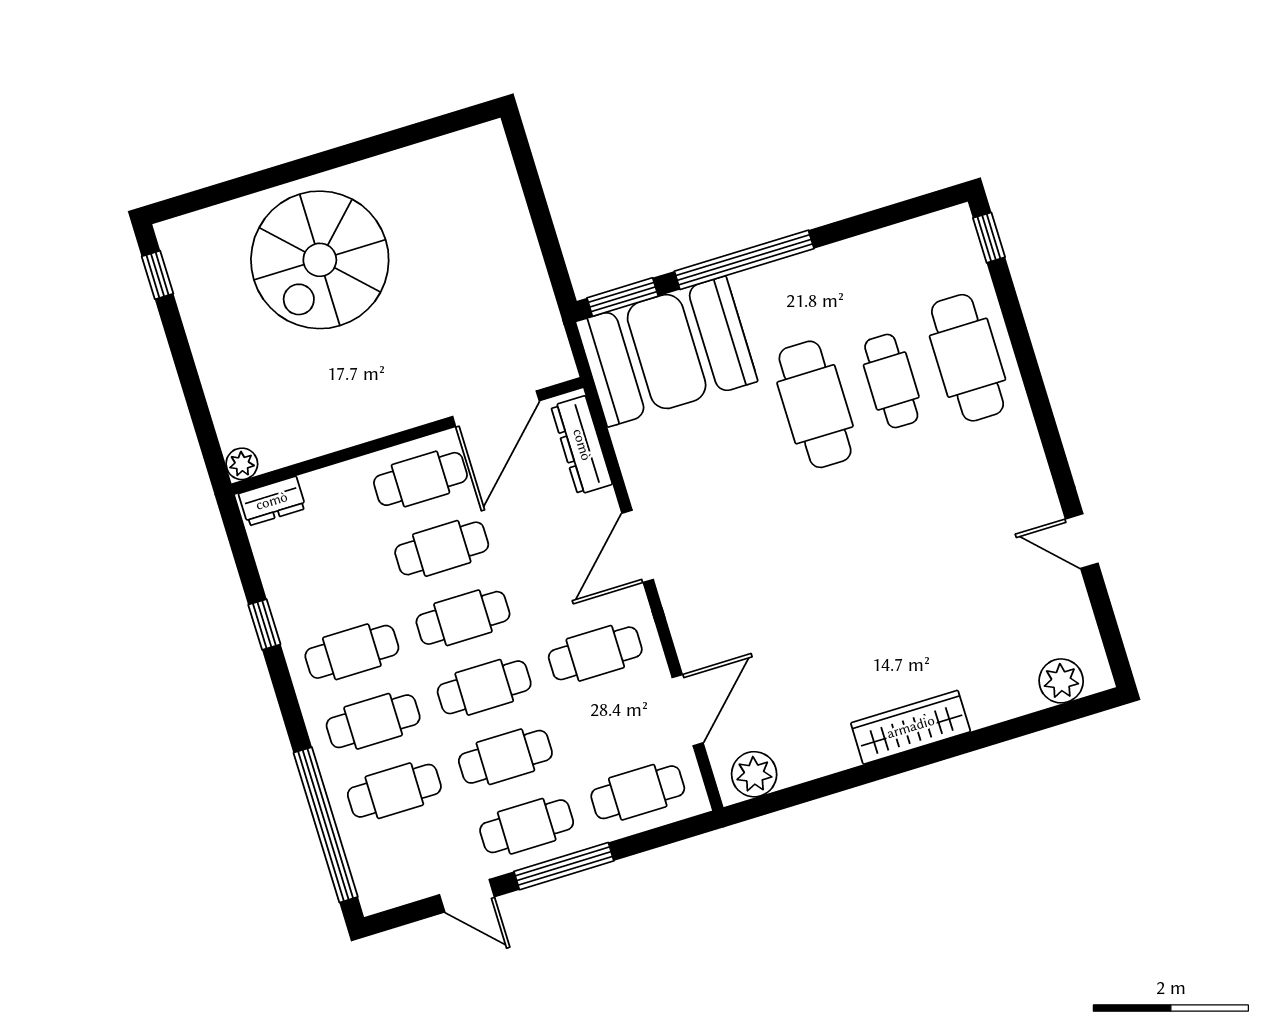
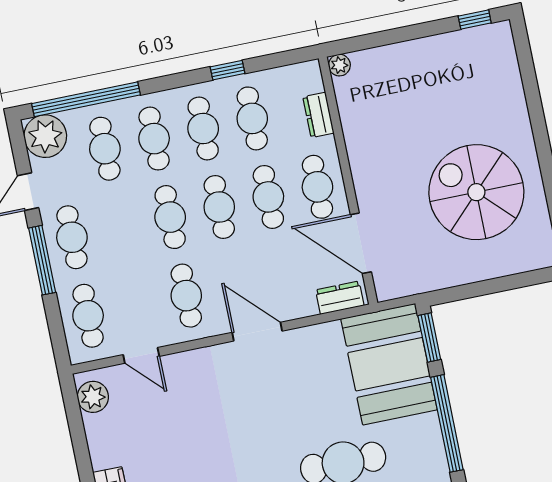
spiral stairs: (320, 260) -> (476, 192), moved
dresser: (582, 445) -> (340, 298), width x0.70
dresser: (272, 501) -> (318, 115), moved
door: (688, 710) -> (141, 355), width x0.73
cafe table: (505, 757) -> (252, 118), moved
plant: (384, 879) -> (45, 136), added

